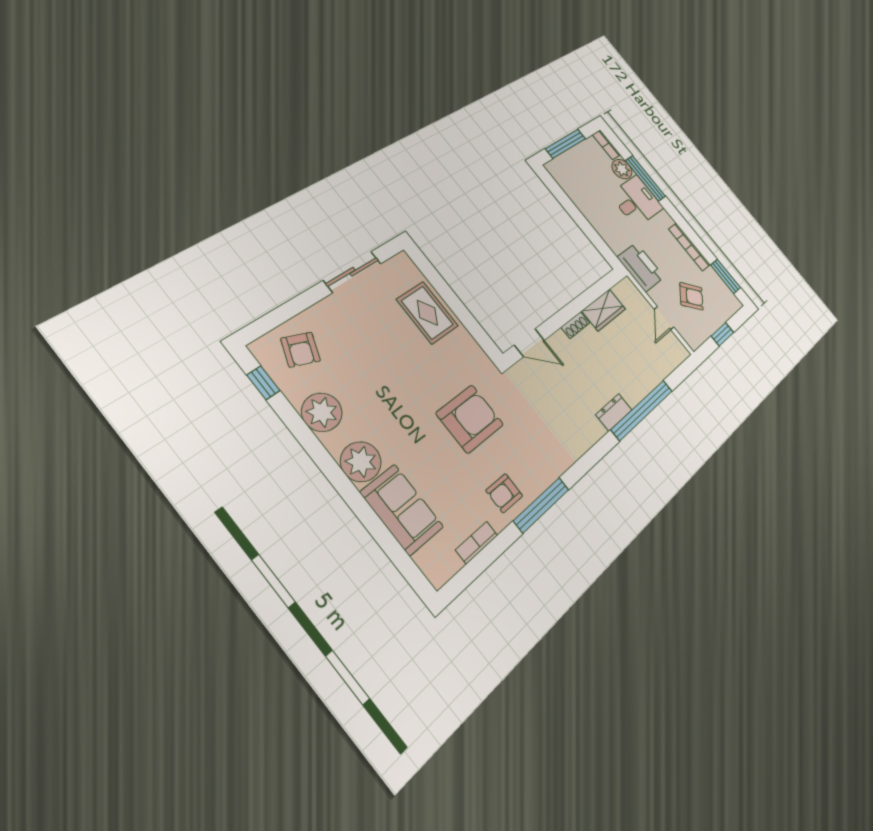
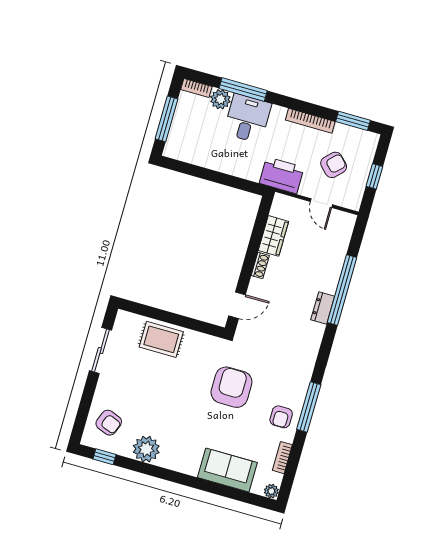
plant: (361, 462) -> (271, 491), moved, width x0.53, depth x0.53

